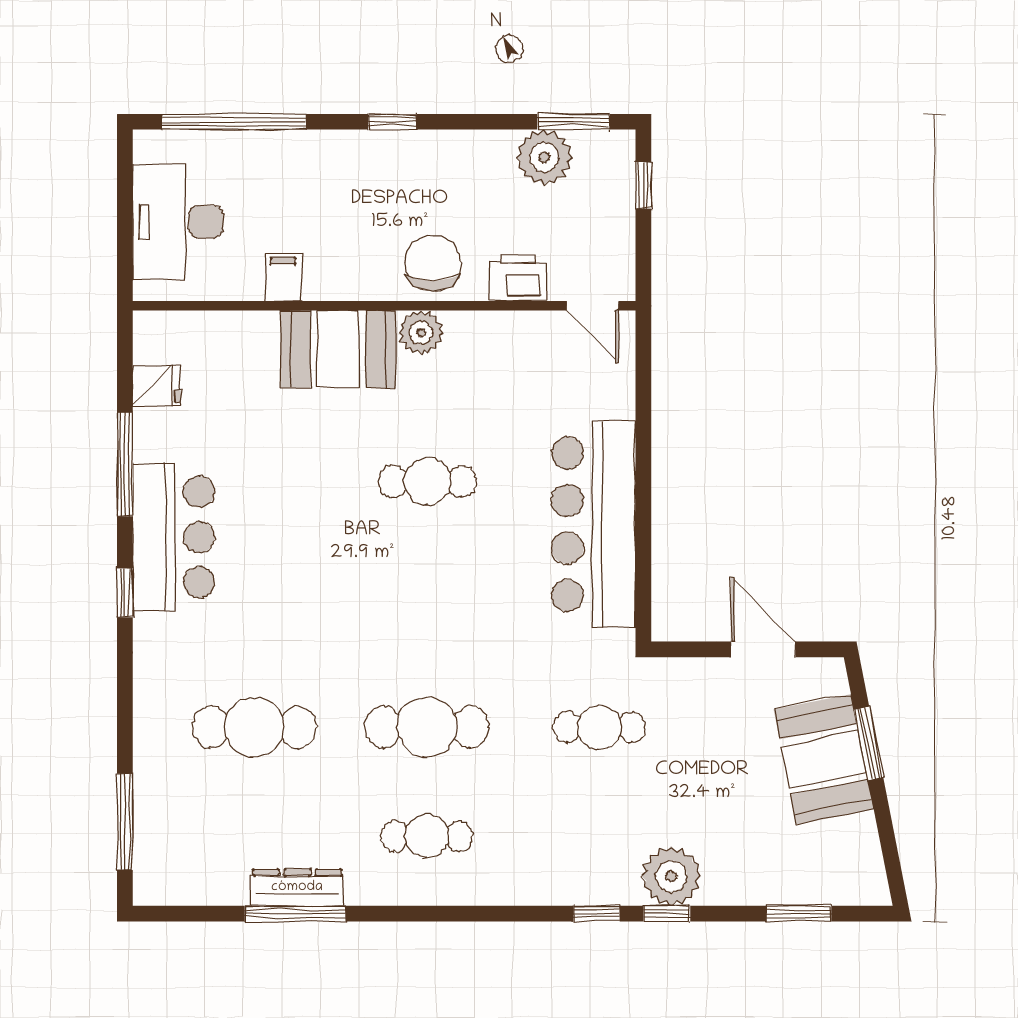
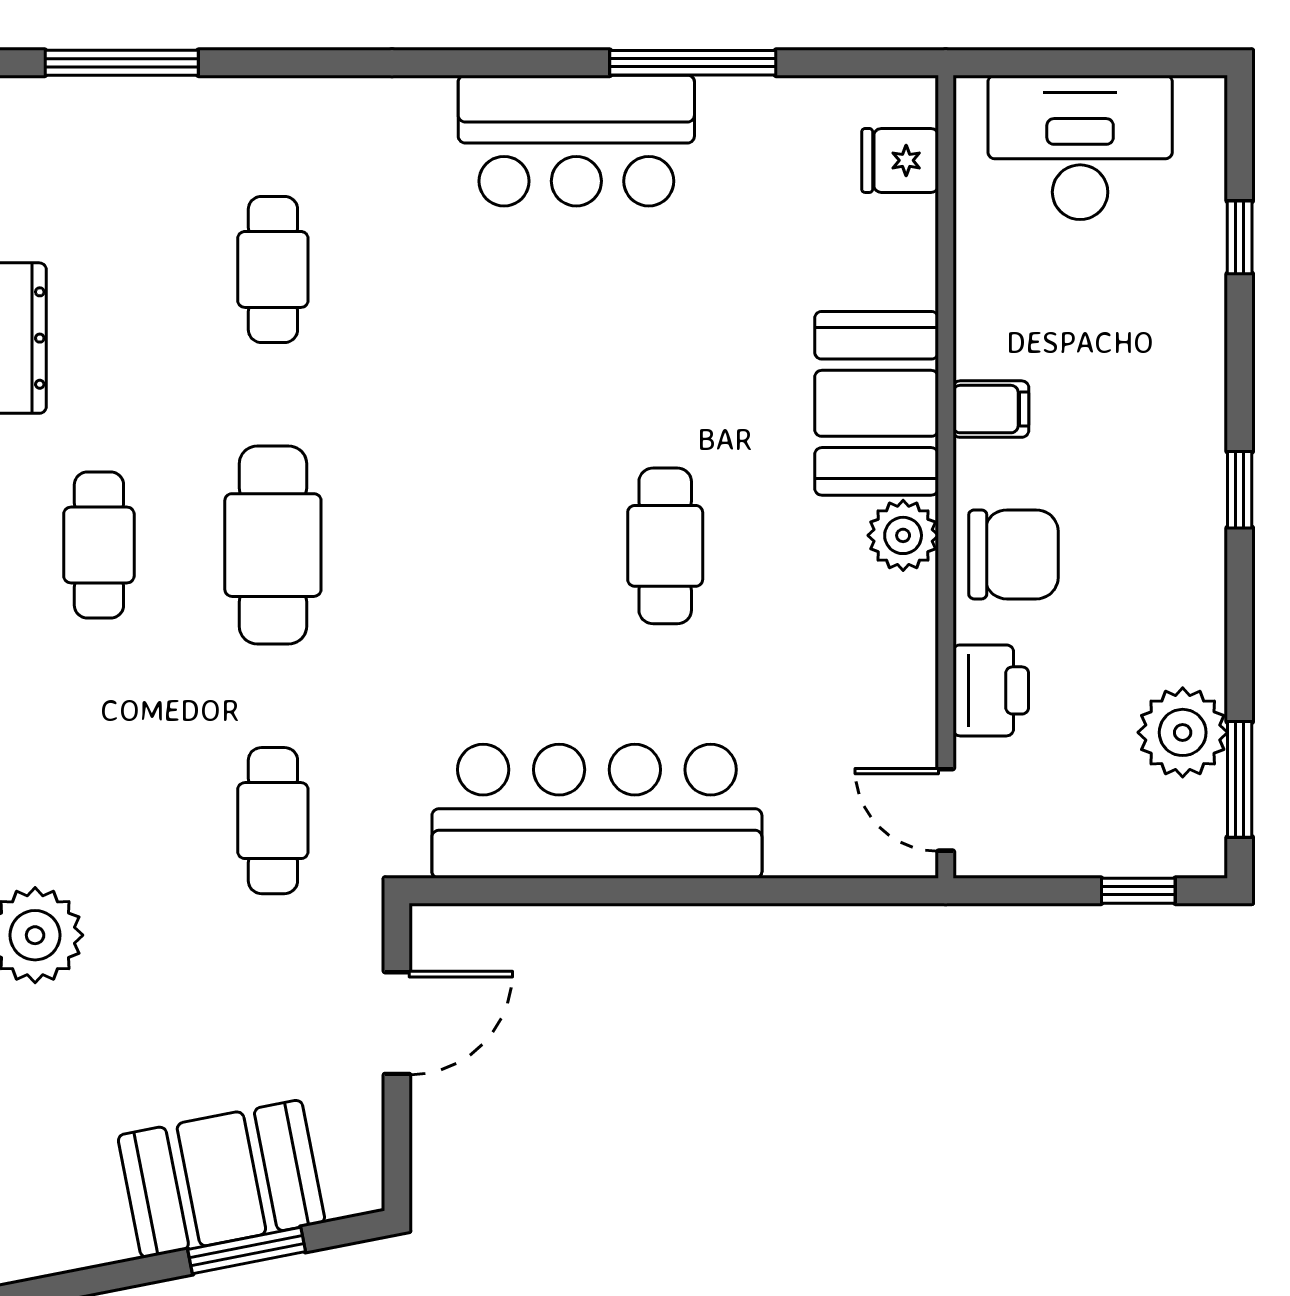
window: (234, 122) -> (1240, 237), width x0.32
filing cabinet: (283, 278) -> (991, 409), moved
door: (593, 306) -> (946, 810), hinge flipped
fridge: (156, 386) -> (900, 160), moved, turned 90
window: (125, 593) -> (487, 63), removed
door: (763, 649) -> (397, 1023), moved
cafe table: (254, 727) -> (273, 269), width x0.73, depth x0.74

